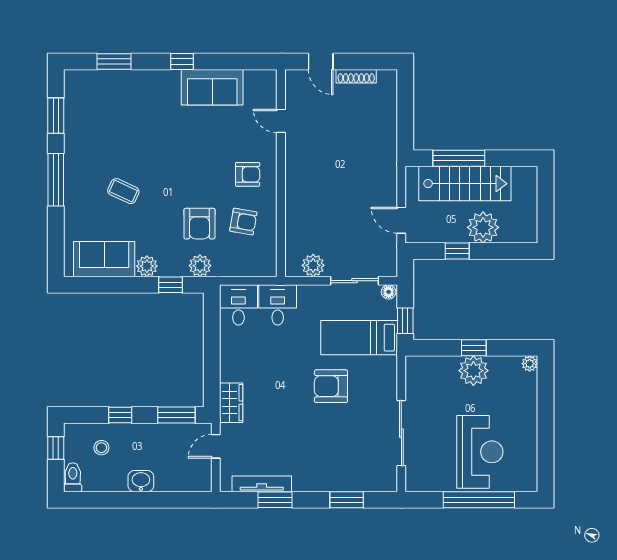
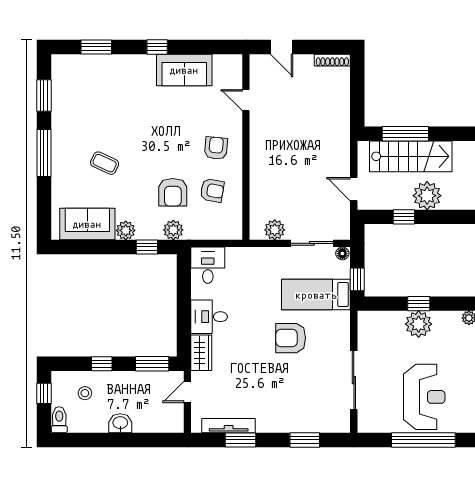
shoe rack: (356, 76) -> (332, 60), moved
armchair: (248, 174) -> (216, 148), turned -85
desk: (278, 305) -> (209, 317), moved, turned -90

